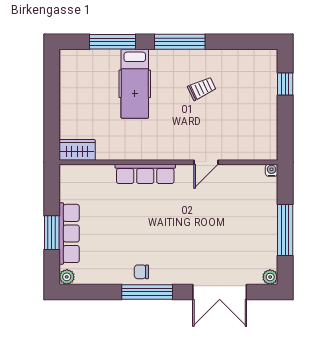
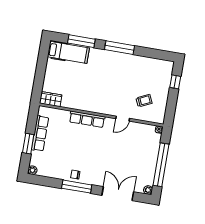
hospital bed: (135, 84) -> (68, 52), moved, turned -90
trolley: (202, 88) -> (144, 101), moved
window: (285, 230) -> (161, 165), width x1.46
row of seats: (69, 233) -> (40, 133), moved
double door: (220, 292) -> (118, 194), swing flipped

